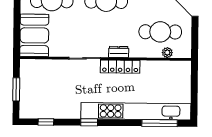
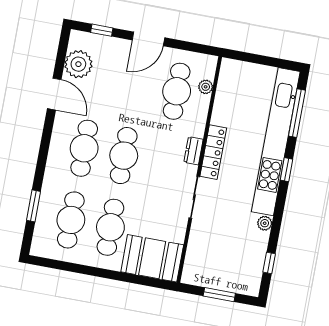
plant: (75, 113) -> (265, 223), added
window: (89, 122) -> (286, 170), moved

